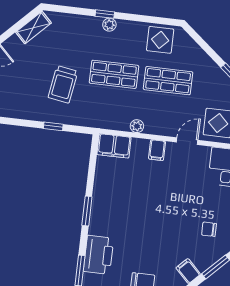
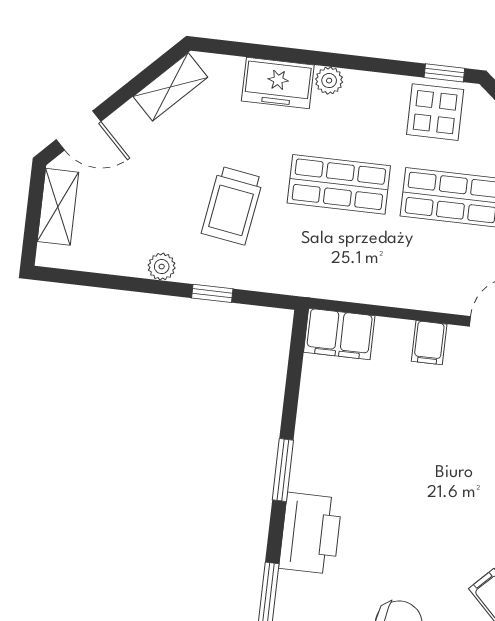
window: (105, 14) -> (444, 73), moved
freezer: (85, 26) -> (278, 83), added
plant: (137, 126) -> (162, 267), moved
printer: (98, 255) -> (310, 533), moved

